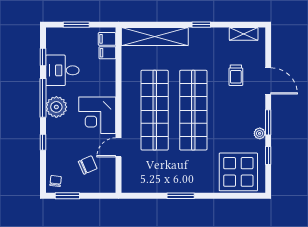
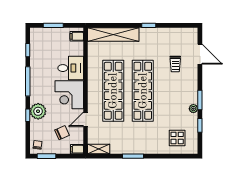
shelving: (244, 34) -> (99, 149), moved
filing cabinet: (107, 53) -> (77, 149), moved
desk: (62, 70) -> (71, 68), moved, turned 180
door: (268, 81) -> (200, 54), moved
plant: (56, 107) -> (38, 111), moved
display table: (238, 172) -> (177, 138), width x0.54, depth x0.54

